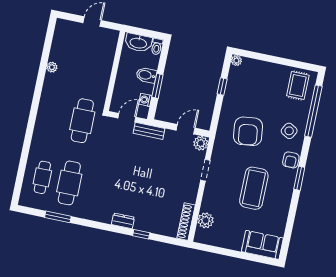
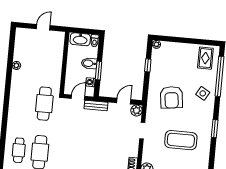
armchair: (291, 160) -> (207, 115), removed
coffee table: (254, 188) -> (181, 140), turned 90

